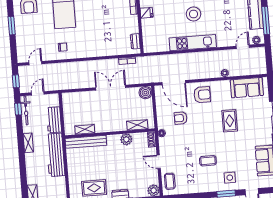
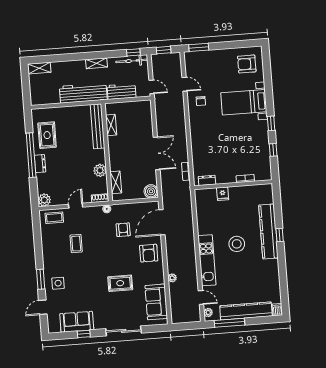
fridge: (146, 13) -> (223, 194), moved
window: (12, 26) -> (199, 47), moved
kitchen unit: (193, 43) -> (207, 260), moved
door: (35, 63) -> (184, 84), moved
door: (38, 93) -> (151, 87), moved
coffee table: (208, 161) -> (76, 244), moved

